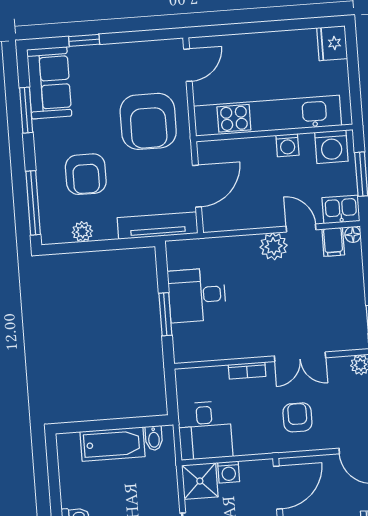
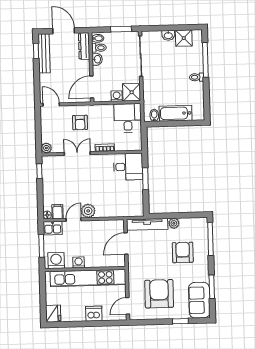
dishwasher: (253, 47) -> (94, 314), added
armchair: (148, 121) -> (159, 294), moved
door: (301, 228) -> (74, 220), swing flipped
plant: (82, 232) -> (174, 223), moved
desk: (197, 295) -> (128, 167), moved

